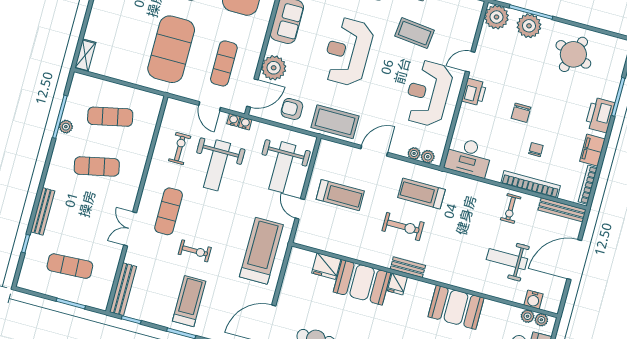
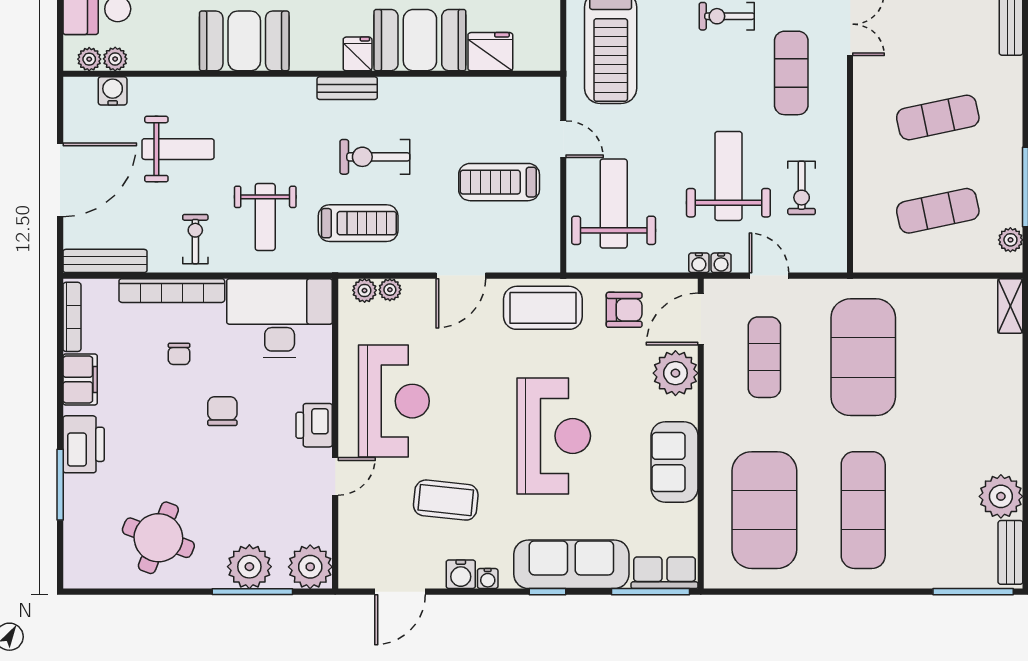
plant: (66, 127) -> (1010, 240), moved
desk: (468, 157) -> (280, 318), width x1.36, depth x1.30
weight bench: (470, 210) -> (265, 217), added

